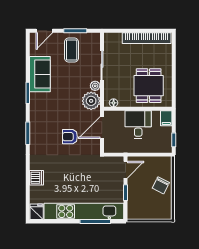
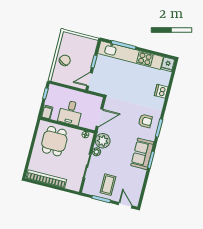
door: (44, 31) -> (125, 205), hinge flipped
sofa: (40, 74) -> (142, 154), moved
armchair: (70, 137) -> (145, 121), moved

